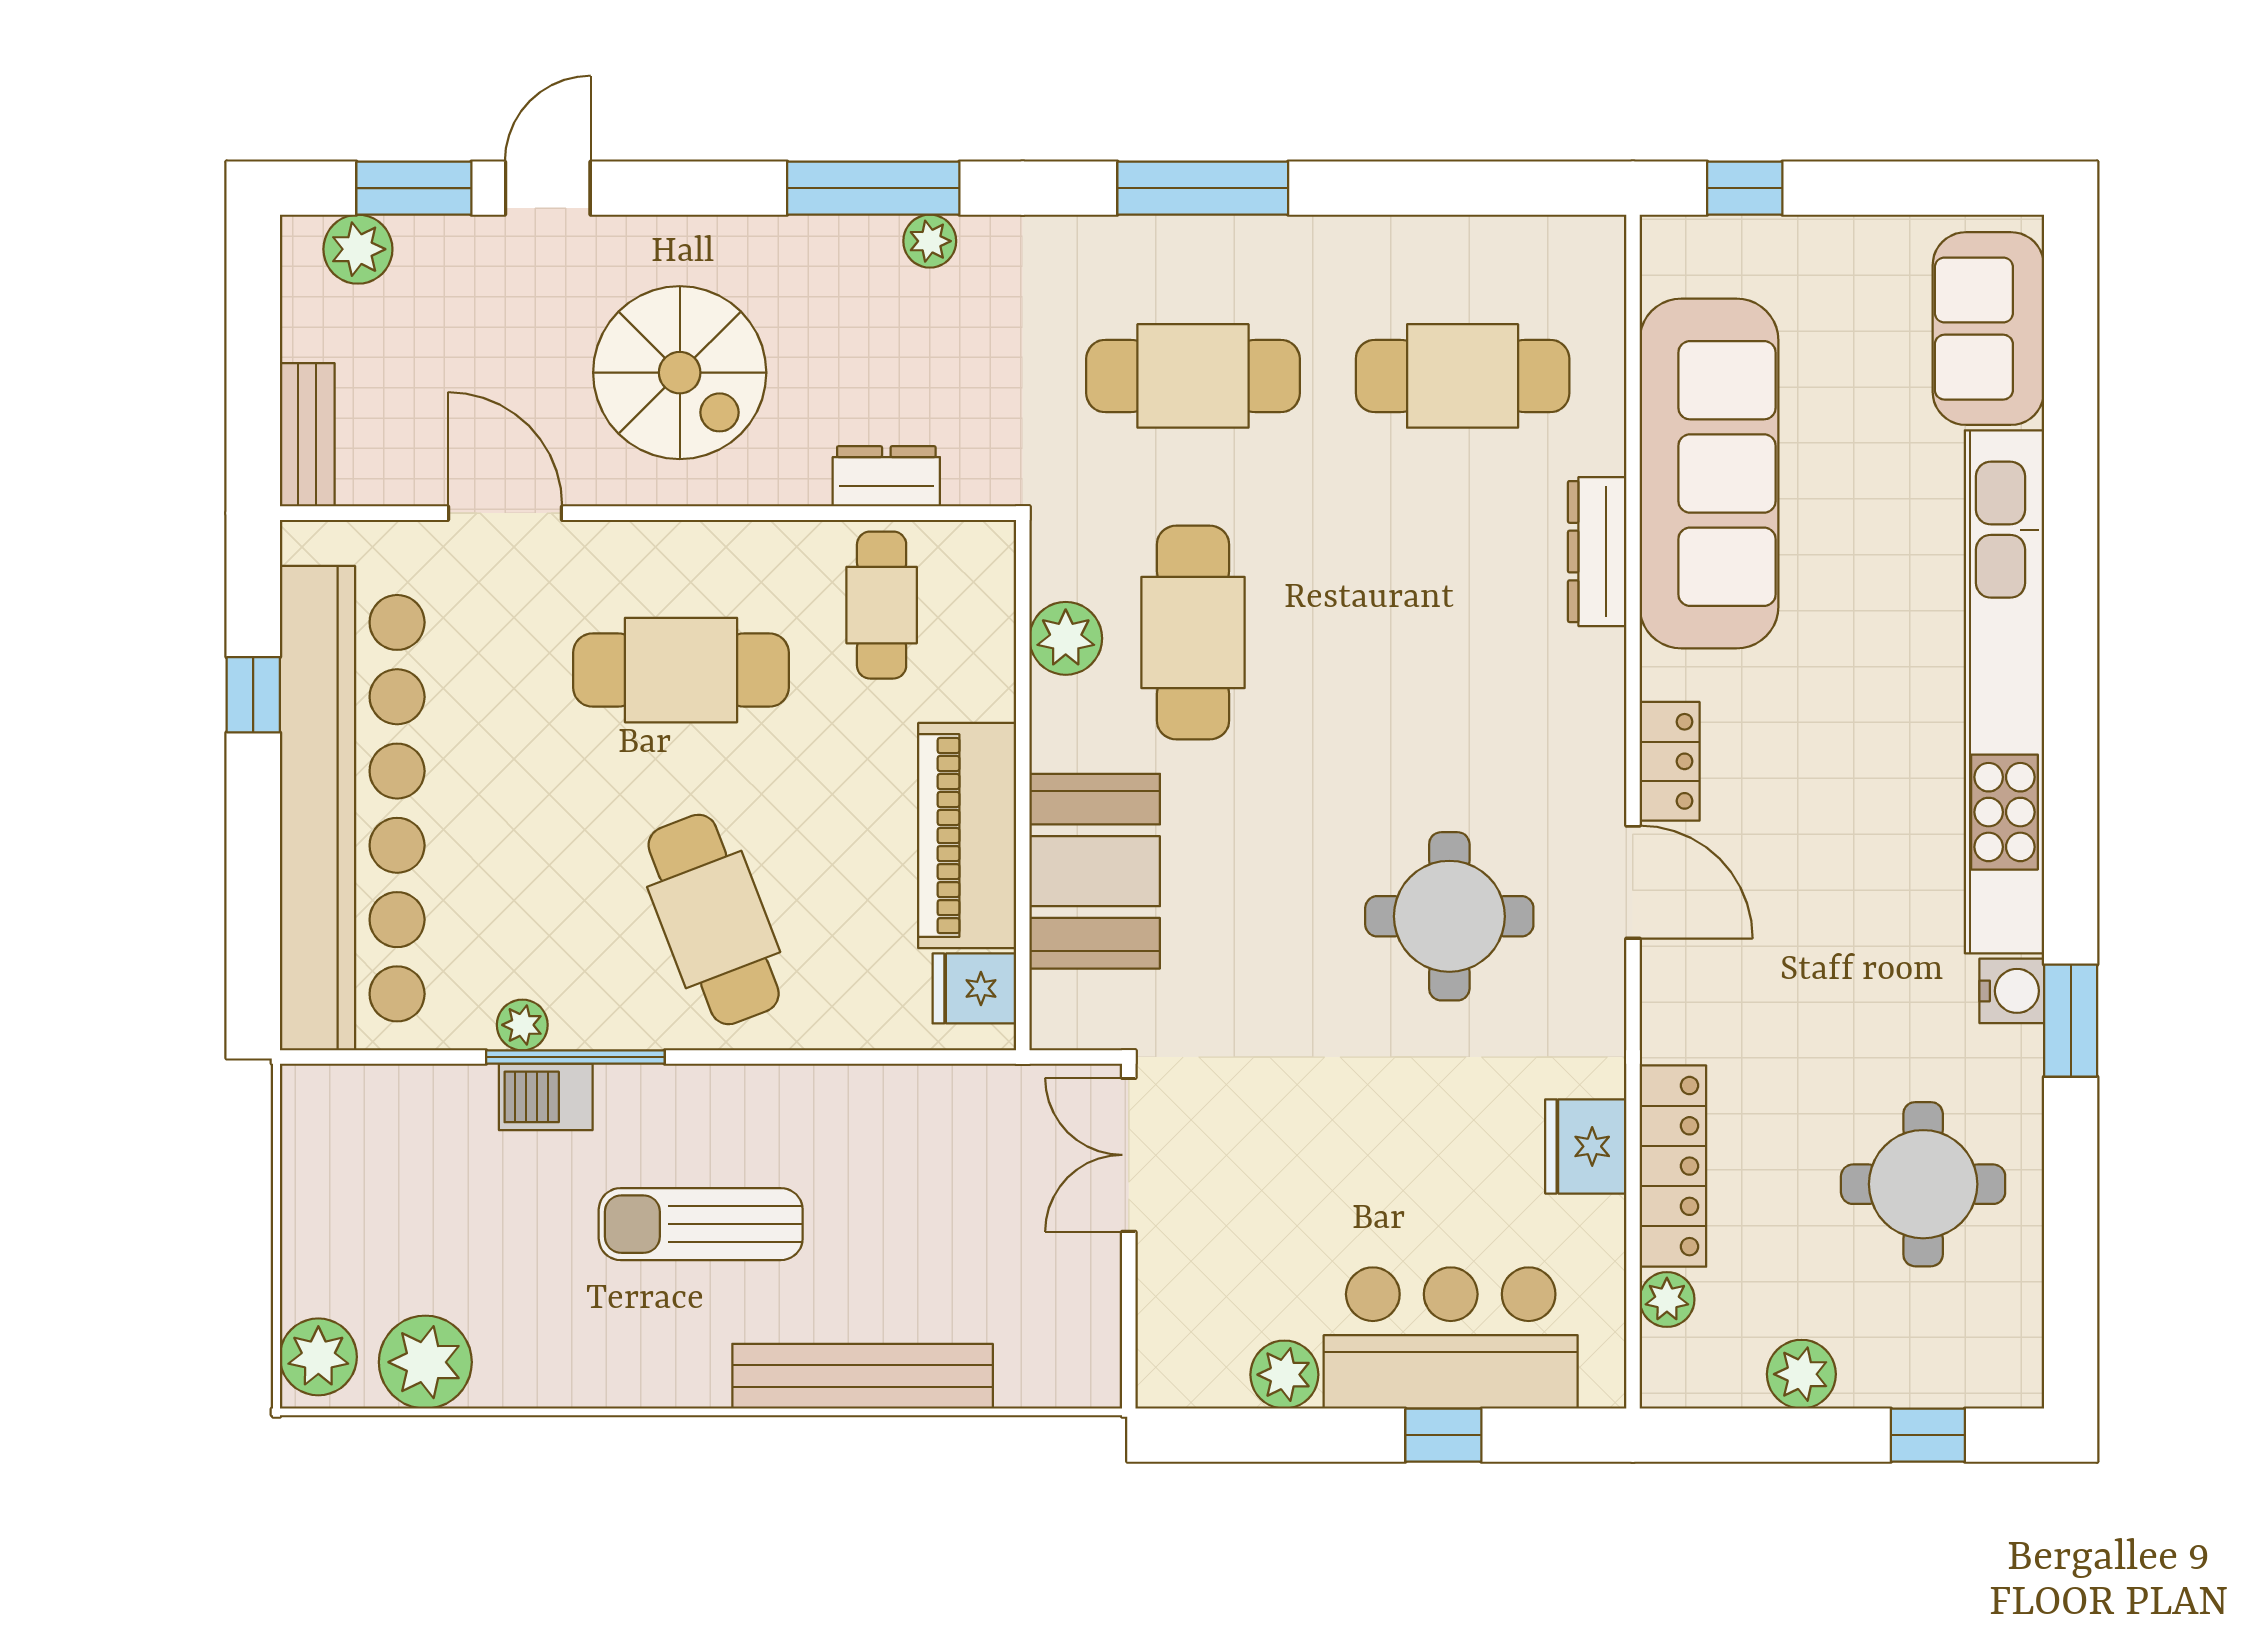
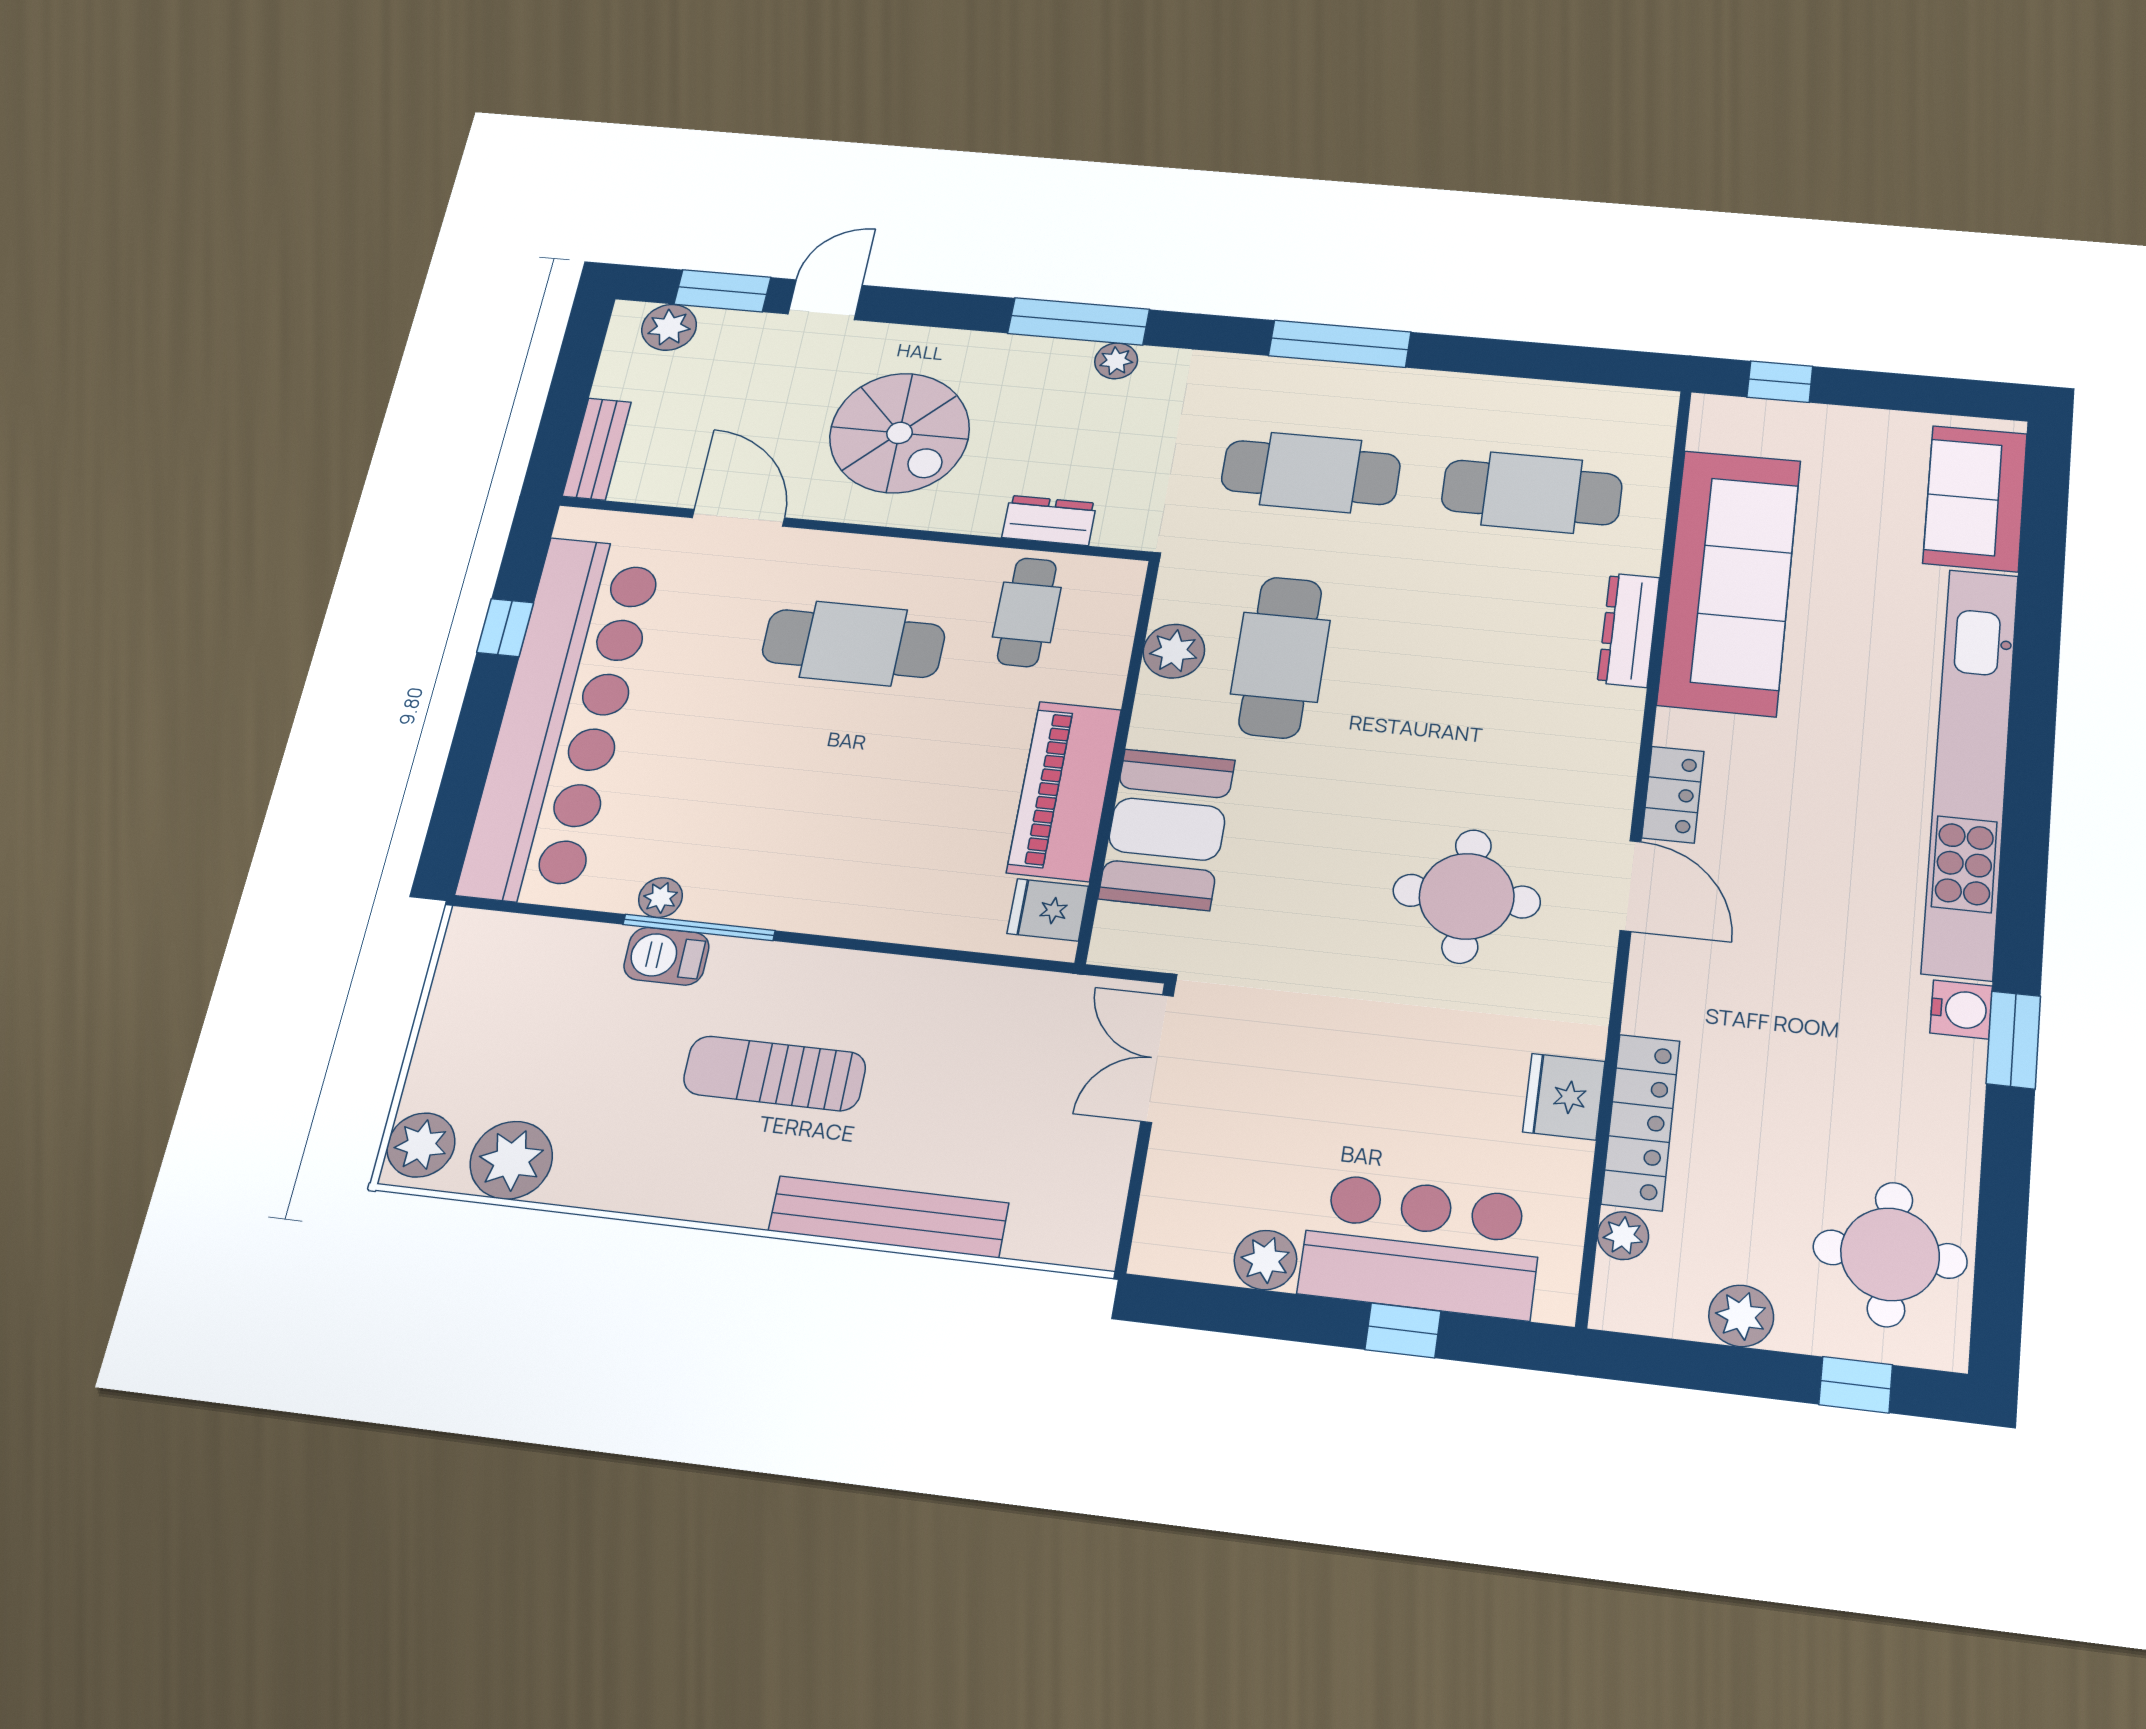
cafe table: (714, 919) -> (839, 833), removed
round table: (1923, 1184) -> (1890, 1254), moved

